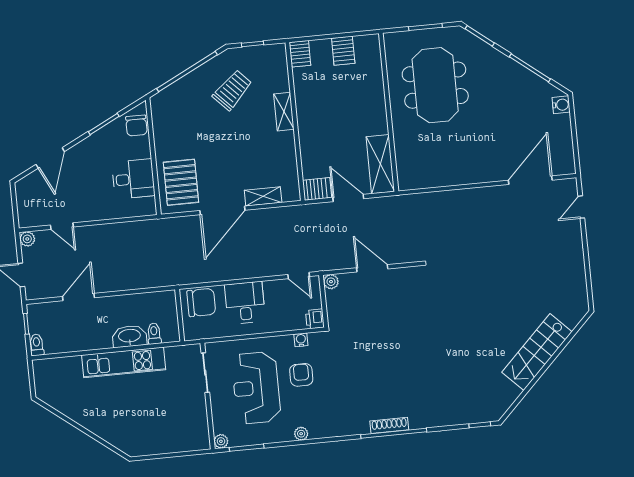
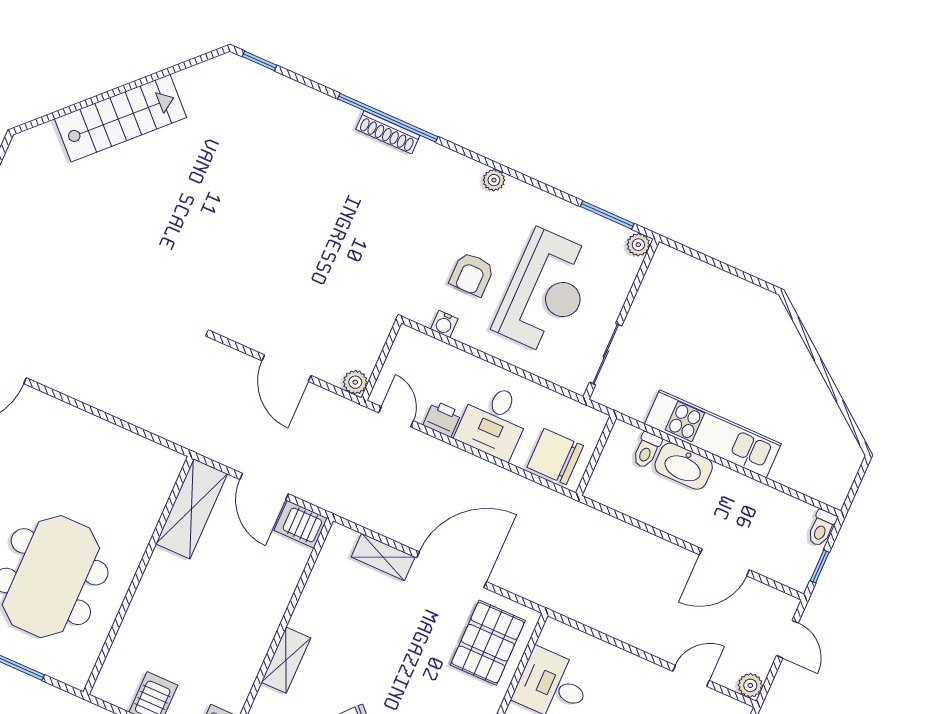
door: (62, 226) -> (691, 676), hinge flipped
printer: (315, 319) -> (442, 419), moved, turned -90
plant: (301, 434) -> (494, 180), moved

